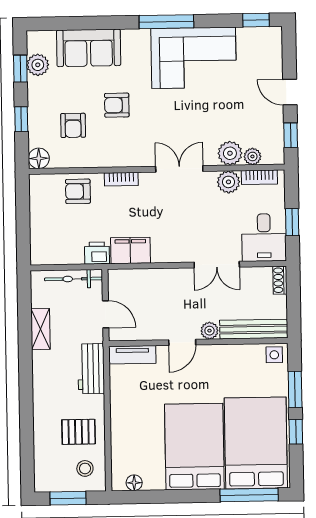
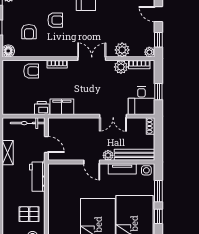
armchair: (117, 105) -> (55, 20), turned 180
plant: (252, 156) -> (149, 52), moved
armchair: (78, 191) -> (31, 71), turned 180
door: (182, 342) -> (92, 162), hinge flipped
tv unit: (132, 355) -> (122, 169), moved

